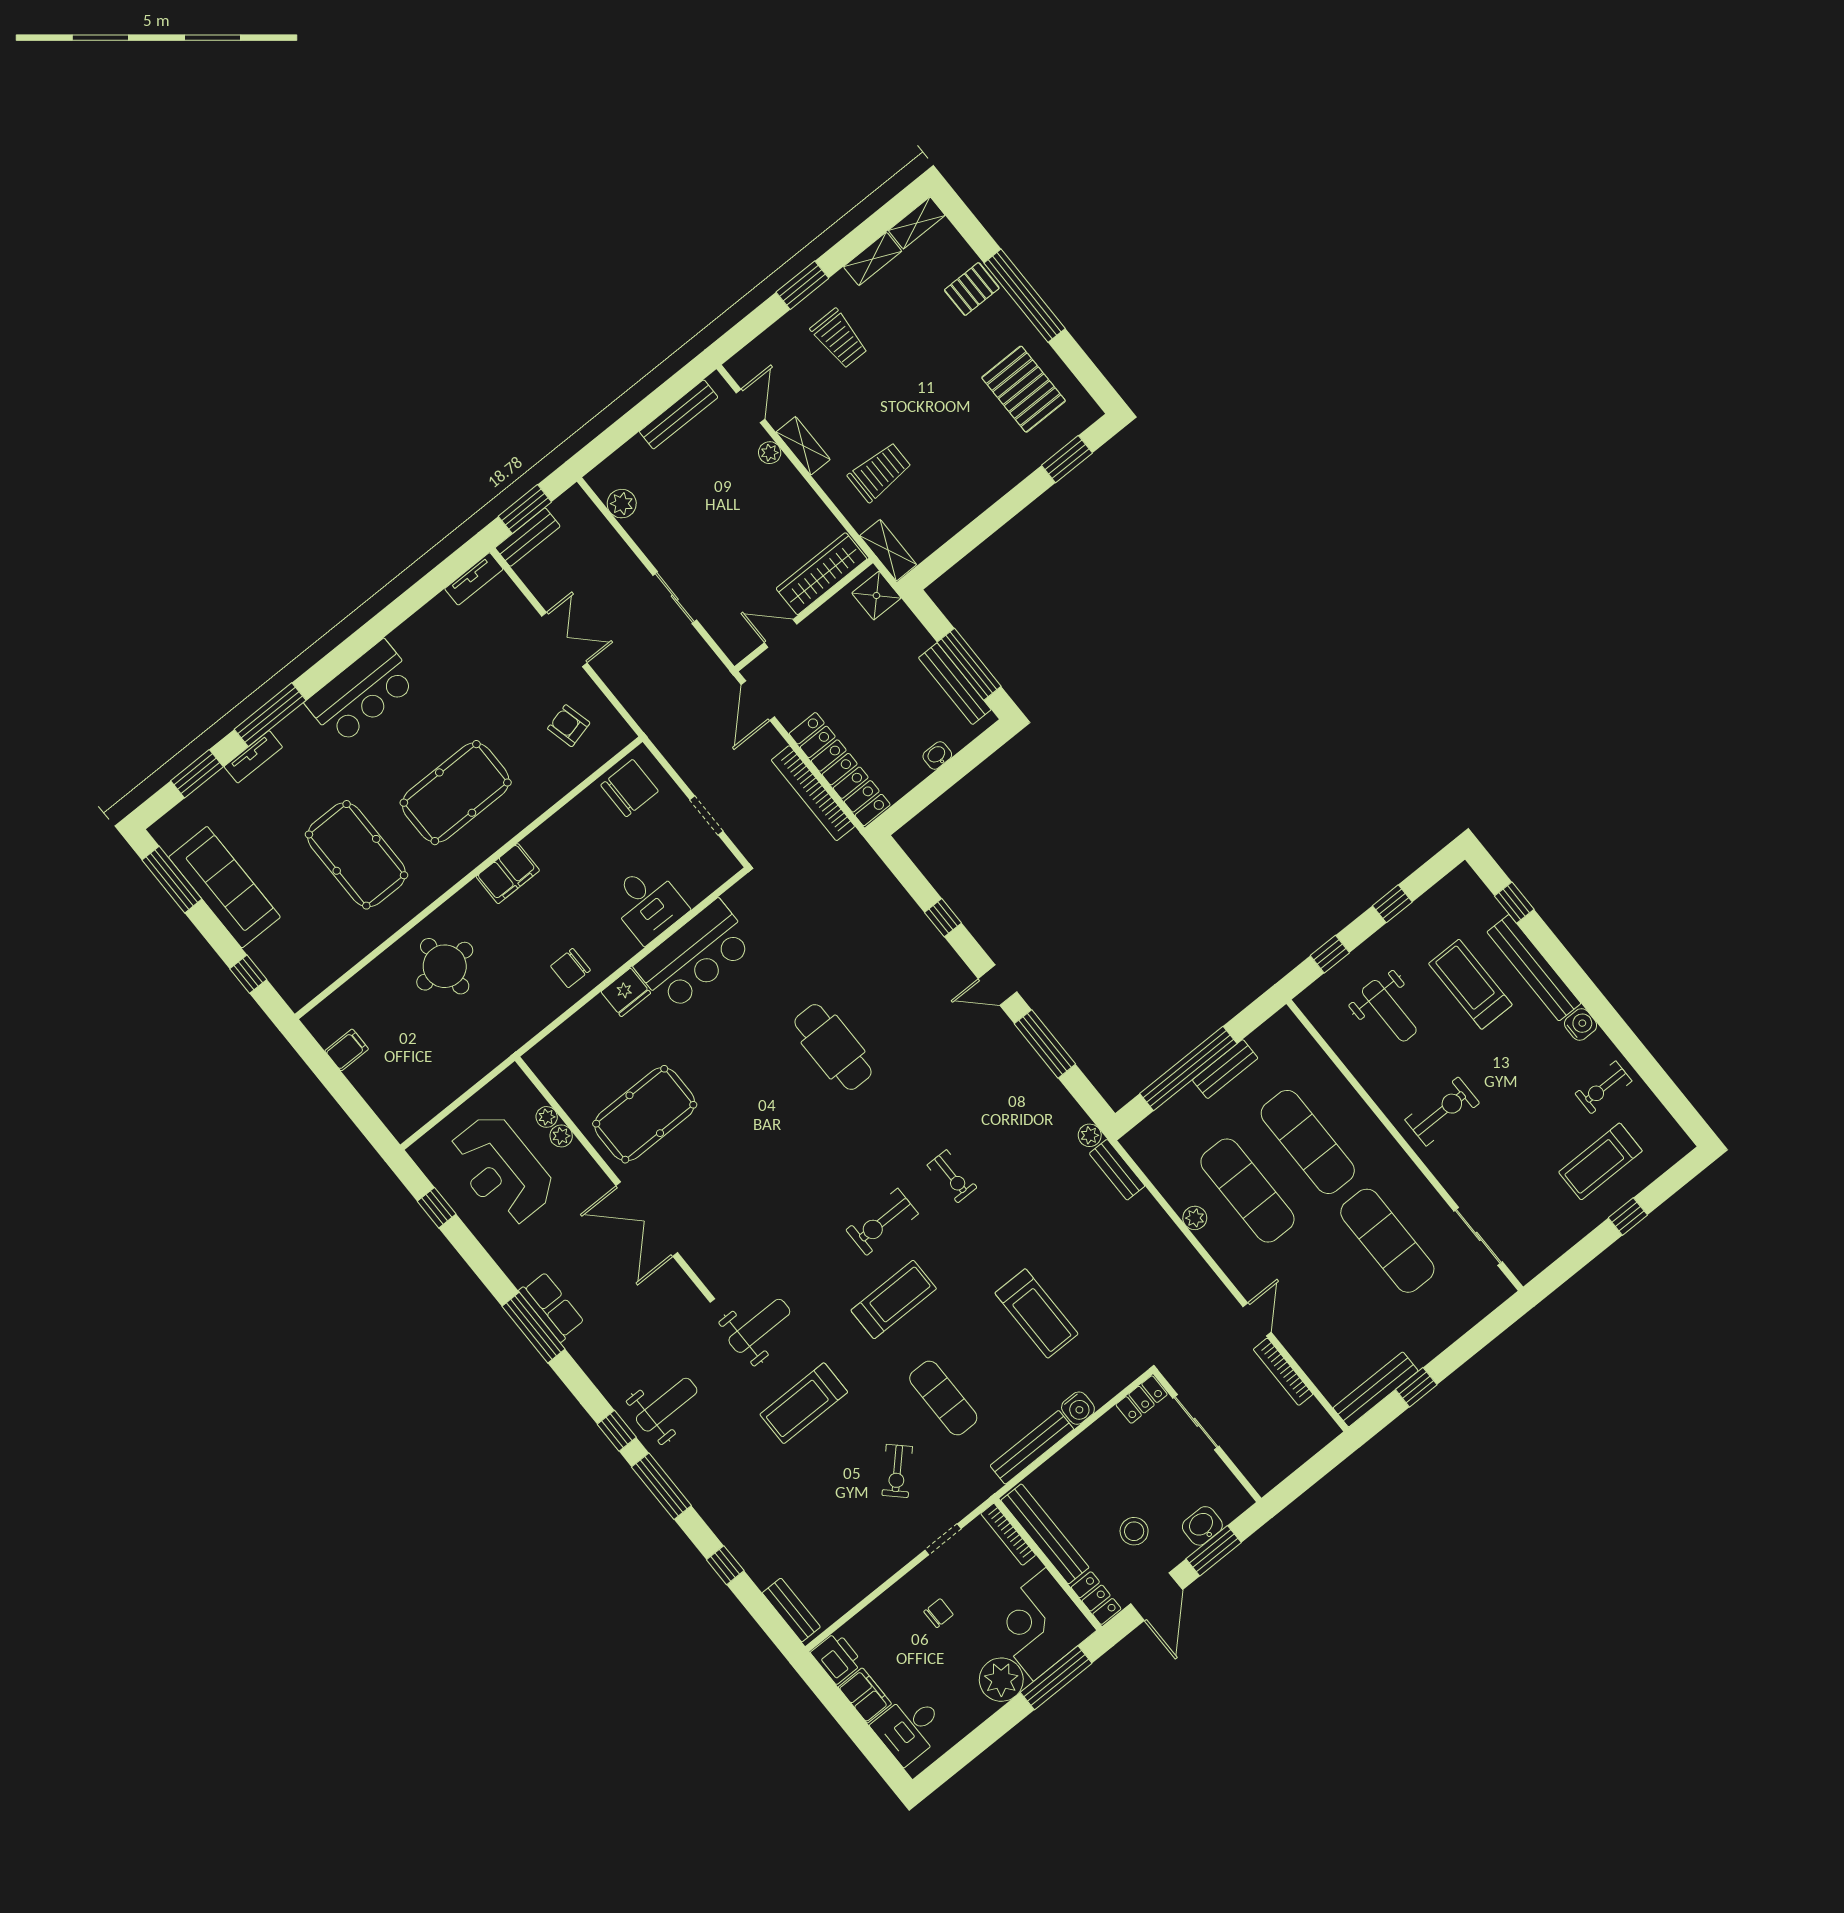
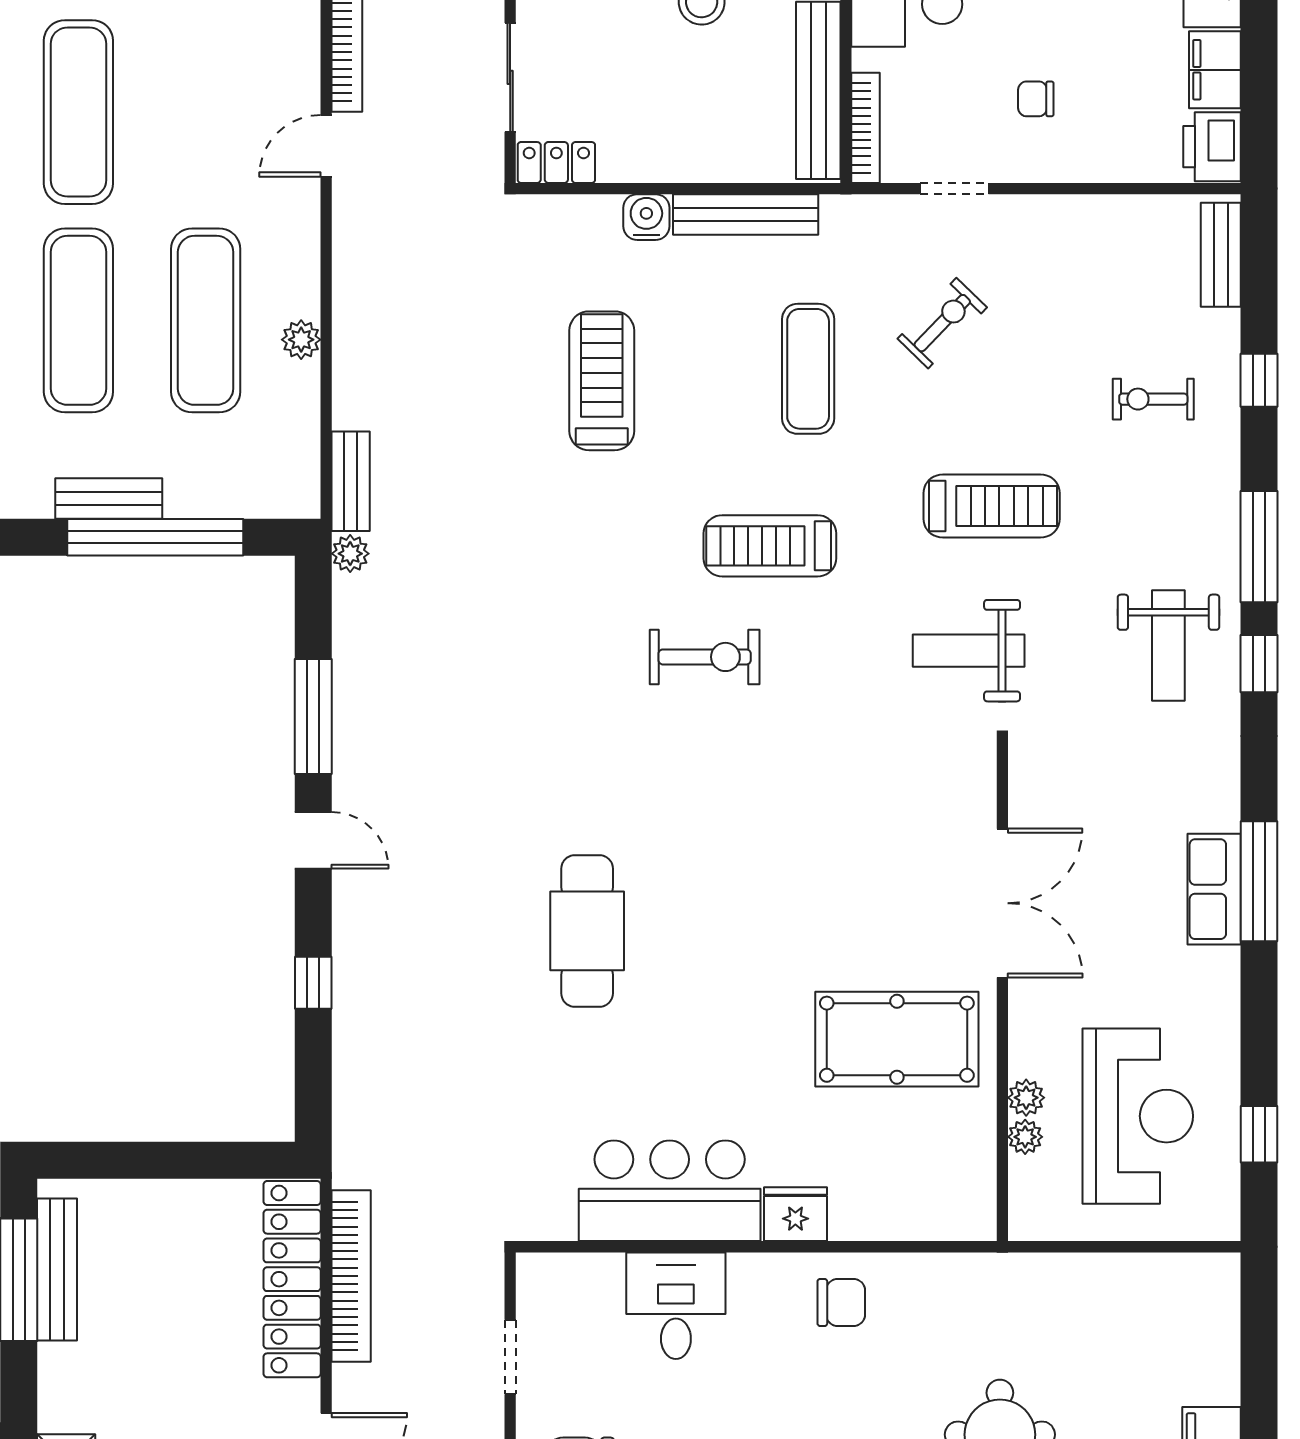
washbasin: (937, 755) -> (153, 1196), removed
exercise bike: (952, 1176) -> (1153, 399), moved, turned -90
weight bench: (667, 1405) -> (1168, 646), turned -90

